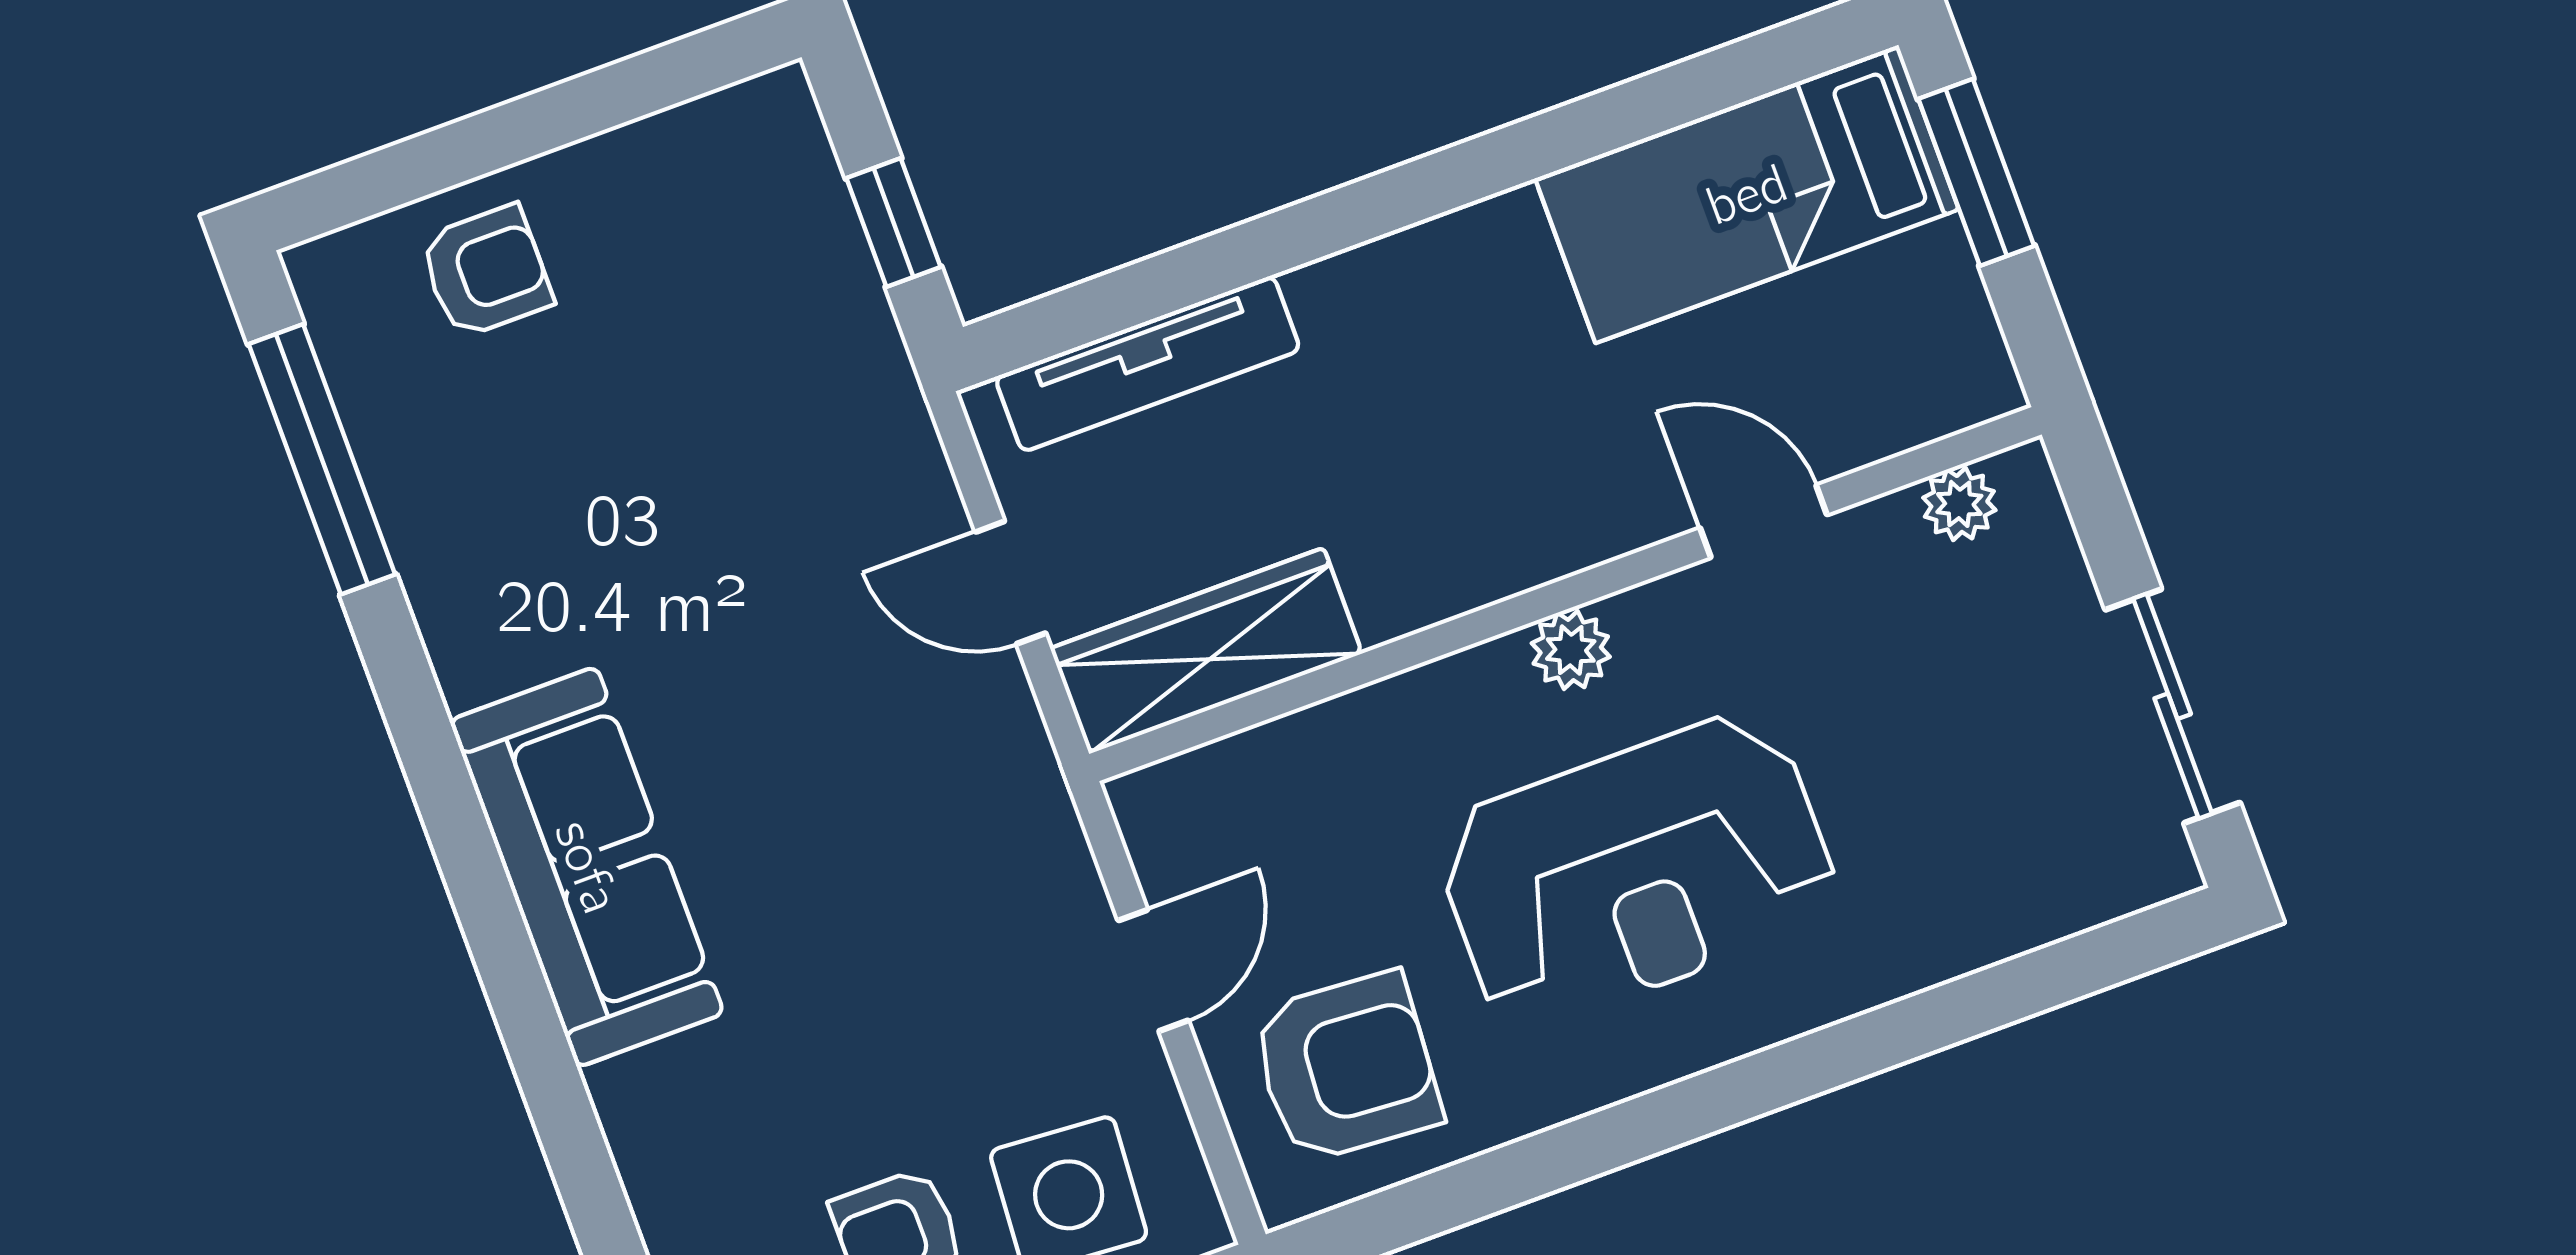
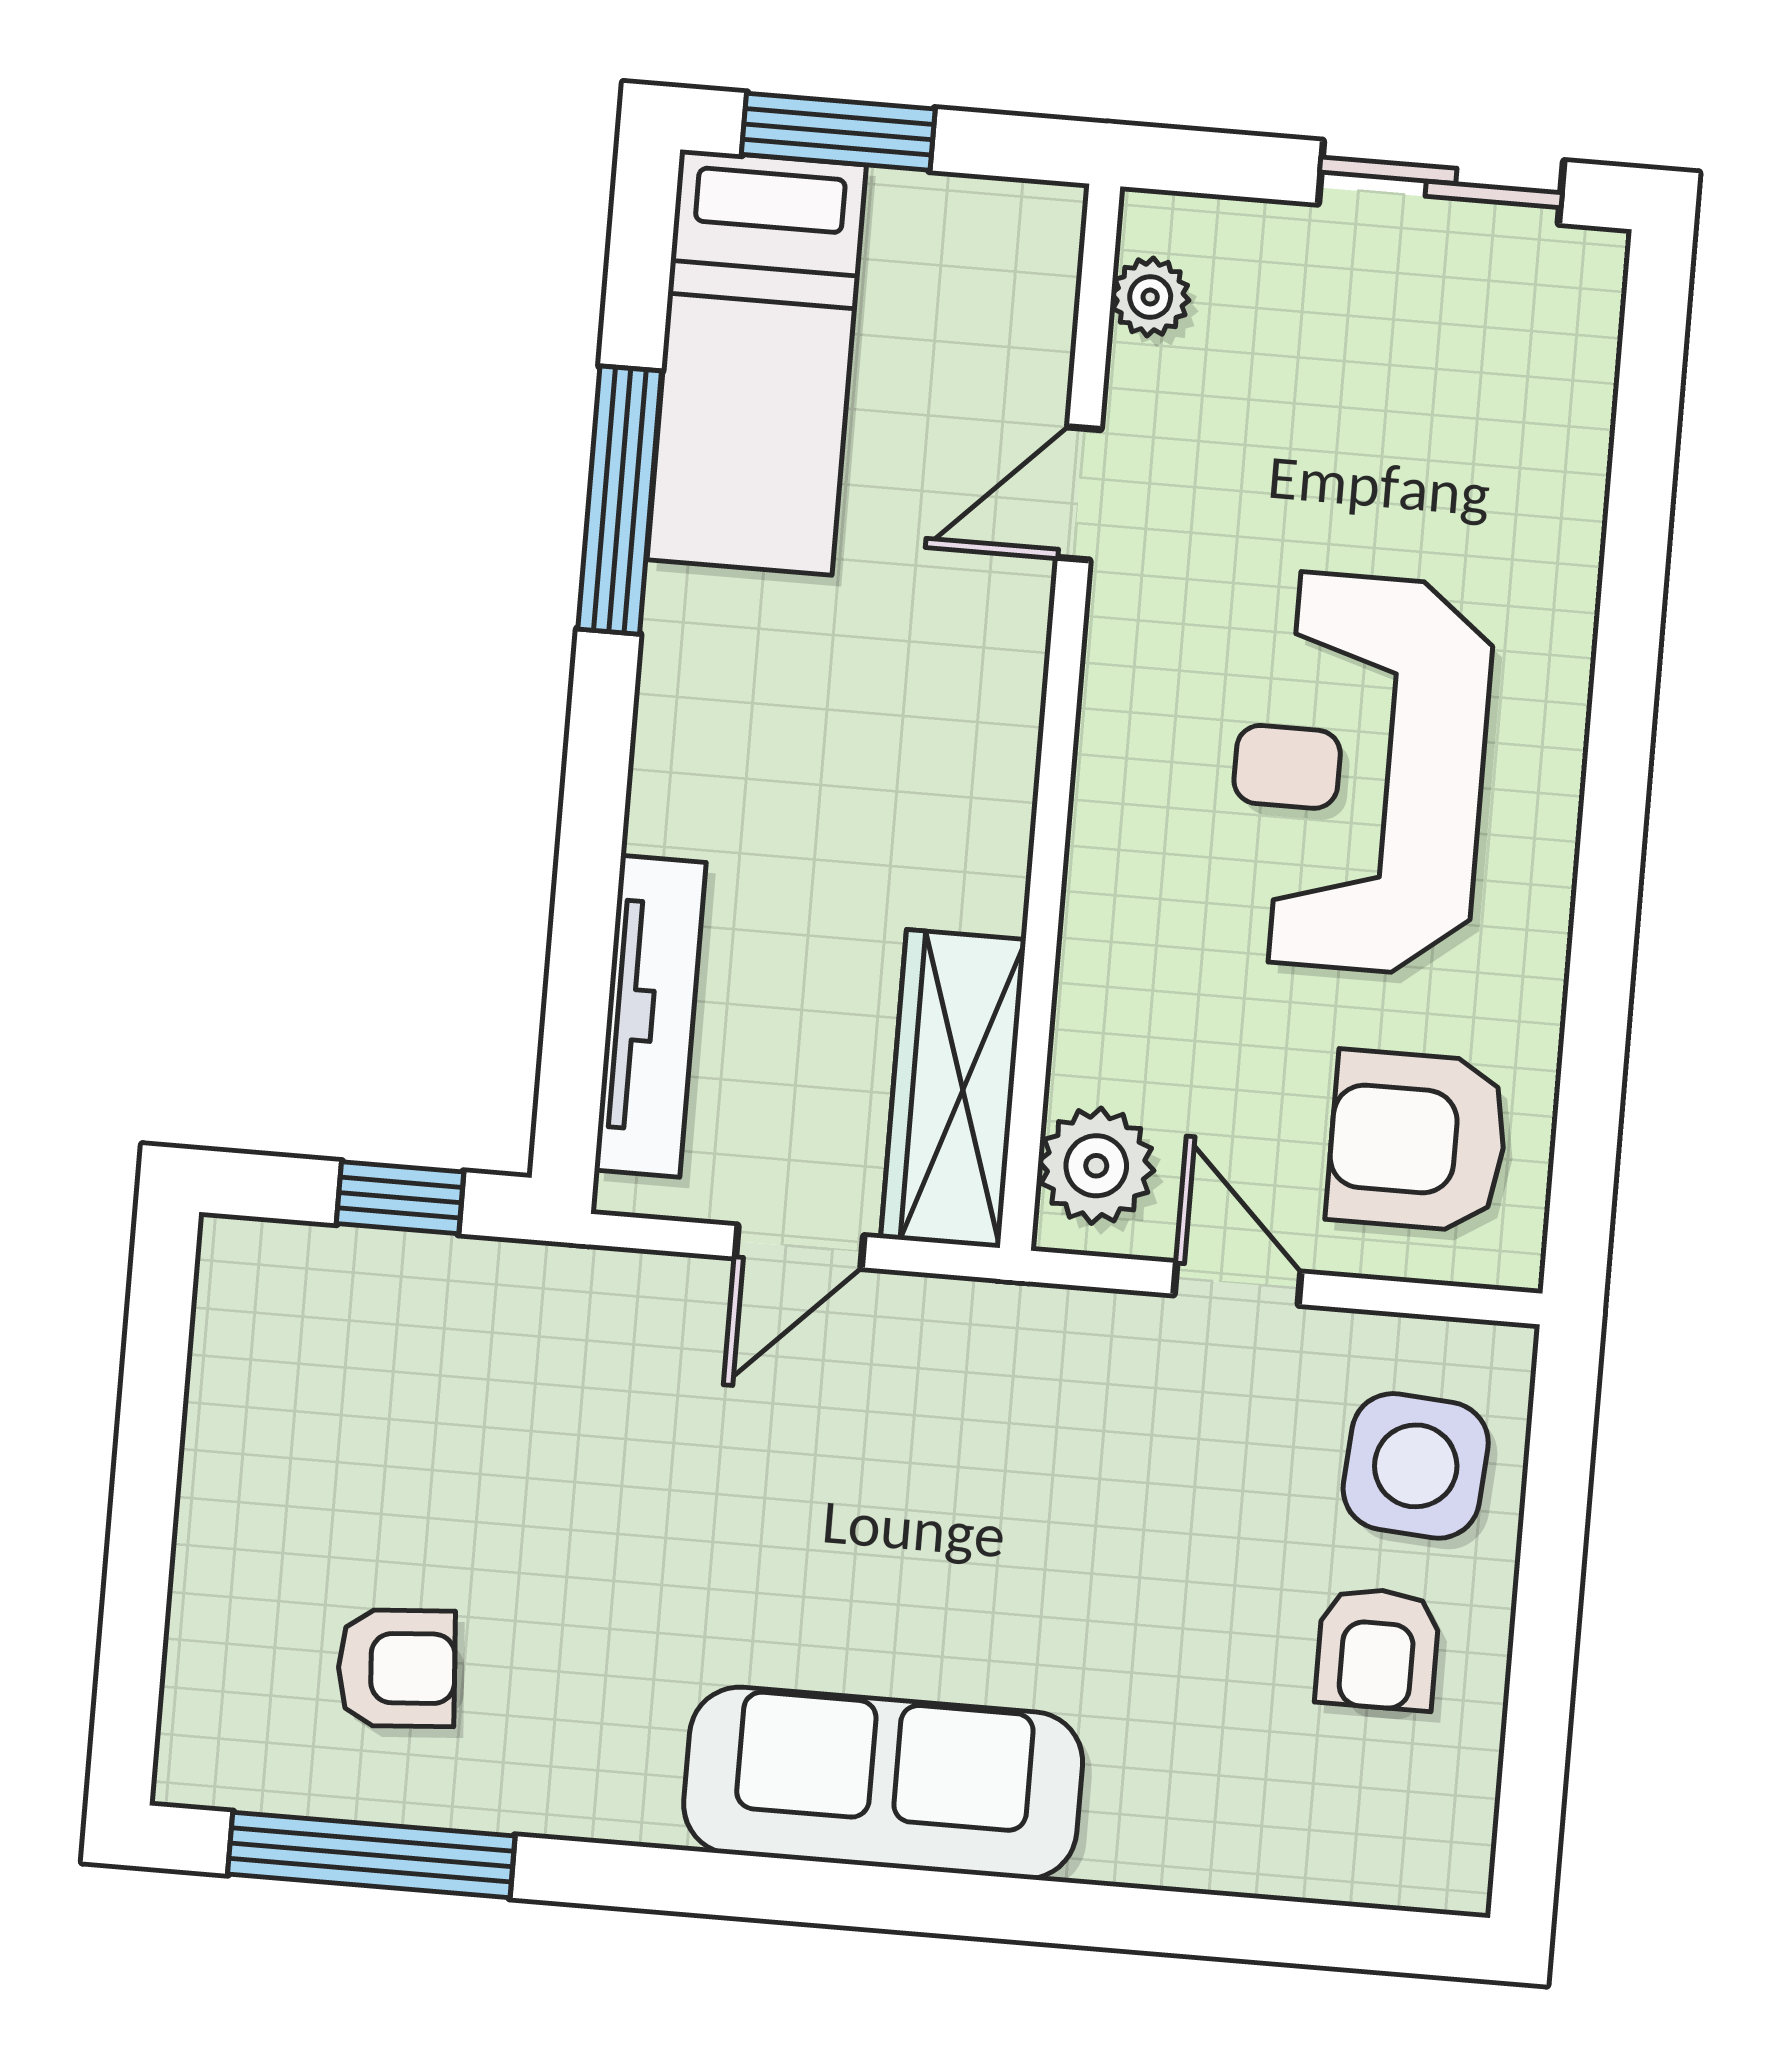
window: (1575, 133) -> (620, 500), added
armchair: (486, 272) -> (397, 1668), moved, turned 86
plant: (1571, 650) -> (1096, 1166), moved, width x1.38, depth x1.38
reception desk: (1636, 871) -> (1358, 773), turned 180
armchair: (1346, 1067) -> (1418, 1141), turned -94

